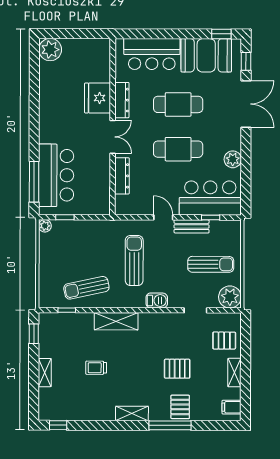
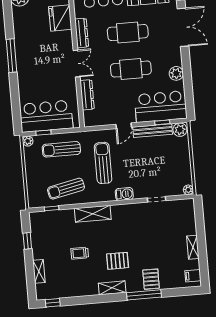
fridge: (98, 98) -> (60, 18), moved
bar counter: (56, 175) -> (46, 116), moved, turned -90
window: (34, 182) -> (11, 56), moved
door: (163, 217) -> (124, 126), swing flipped
bench: (192, 226) -> (153, 131), width x1.36
plant: (231, 228) -> (180, 130), added
sun lounger: (211, 264) -> (61, 149), moved, turned 180
plant: (230, 297) -> (188, 190), width x0.53, depth x0.53
window: (34, 334) -> (27, 241), moved
pallet: (224, 341) -> (182, 222), removed
pallet: (177, 369) -> (118, 261), moved
shelving: (45, 373) -> (39, 271), moved

